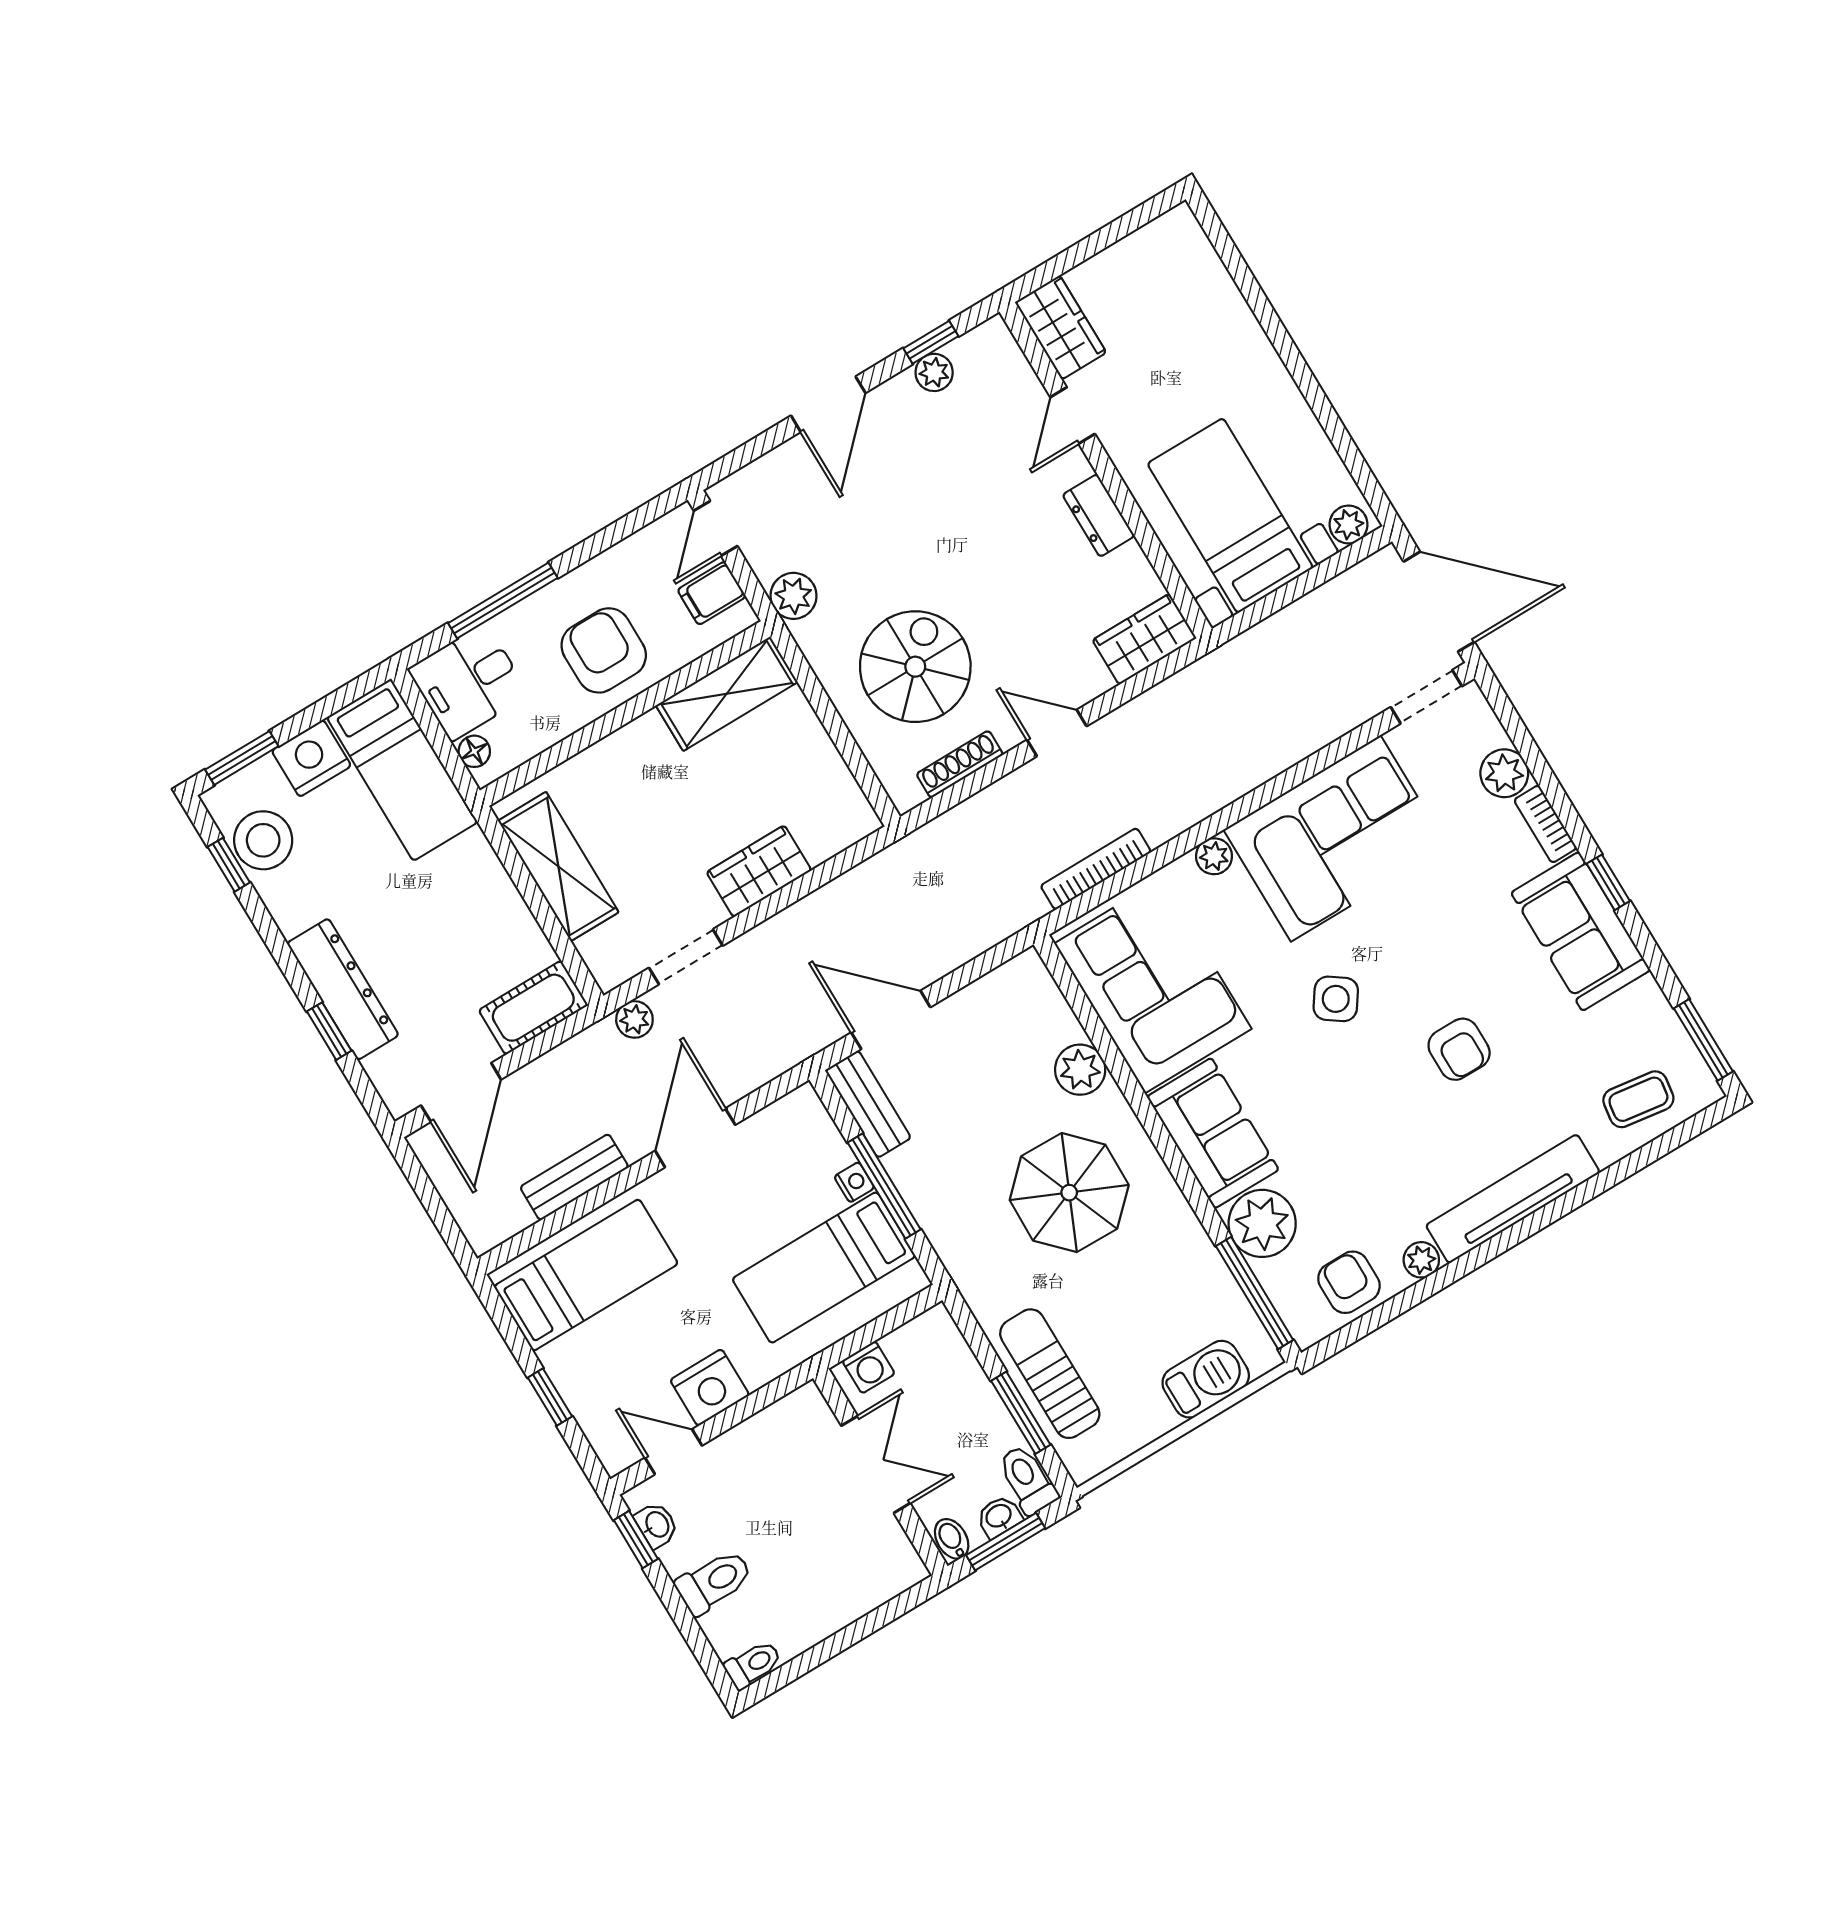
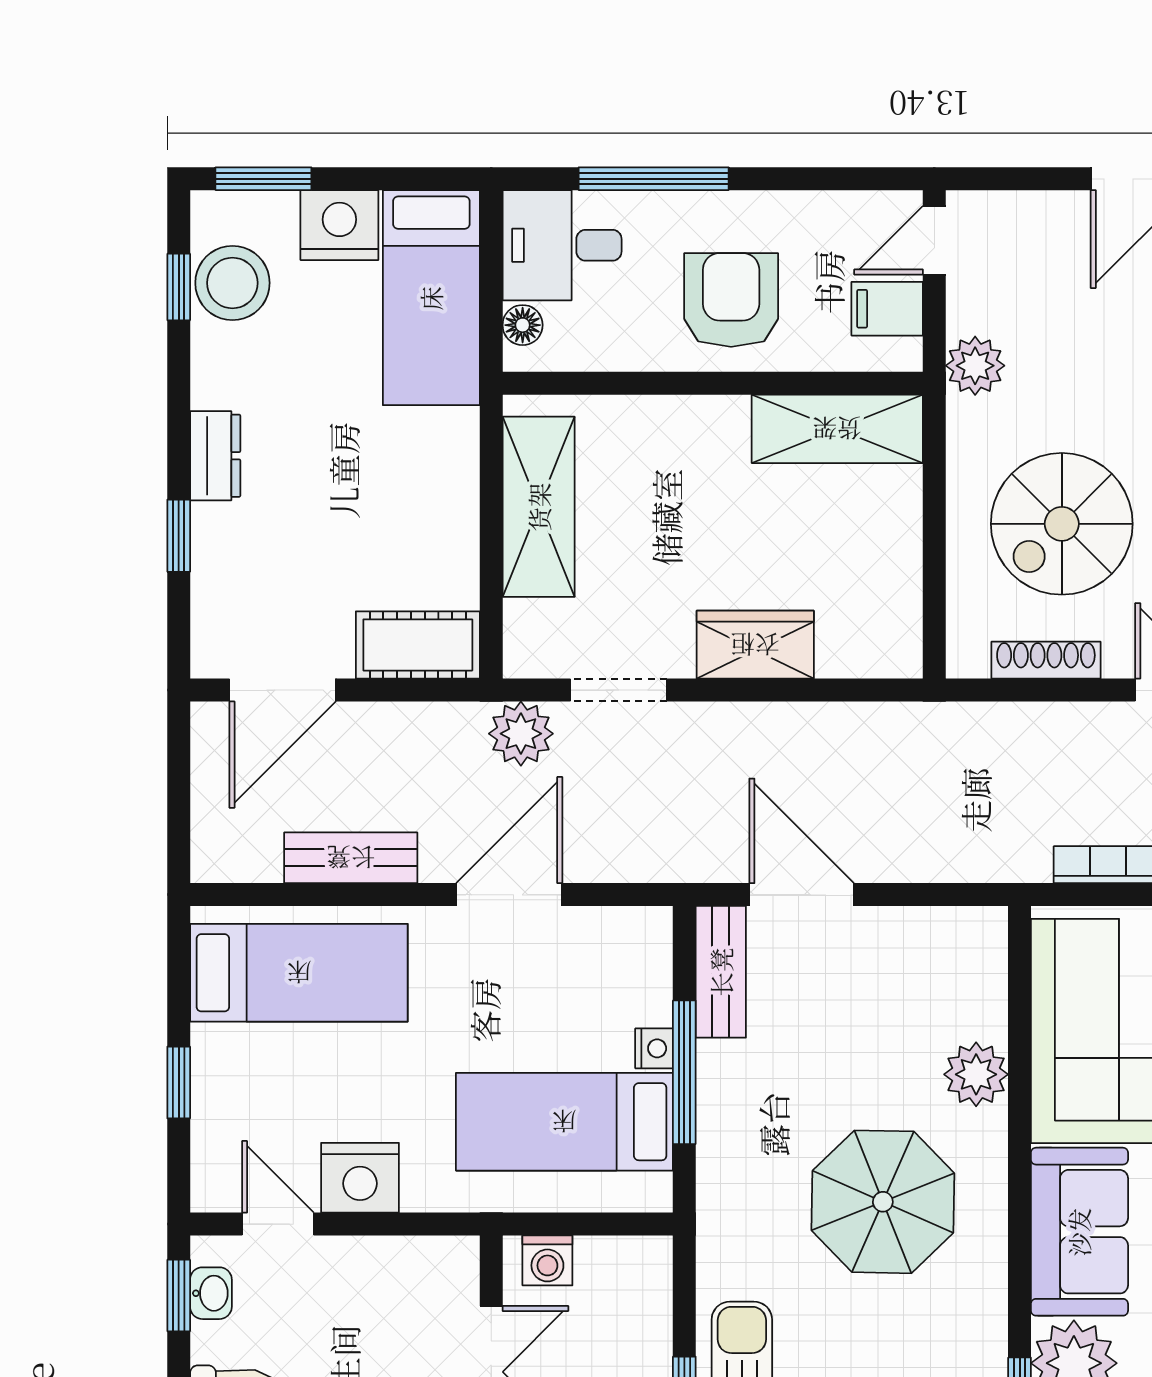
spiral stairs: (915, 667) -> (1062, 524), turned 180
dresser: (343, 989) -> (215, 456), width x0.51, depth x0.80
plant: (634, 1019) -> (521, 734), width x1.38, depth x1.38

